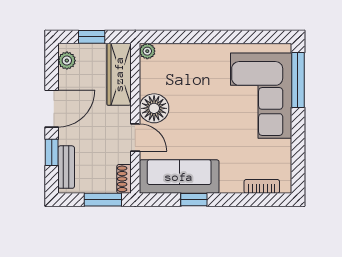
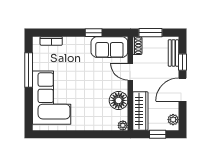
window: (298, 80) -> (29, 70), moved
floor lamp: (154, 108) -> (119, 100), moved
sofa: (179, 177) -> (109, 47), width x0.73

